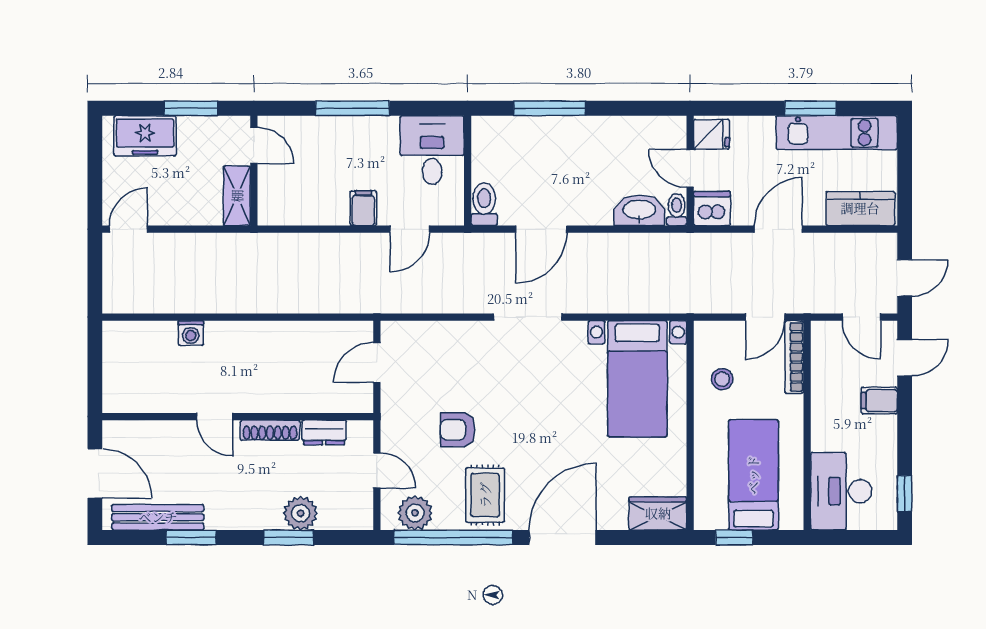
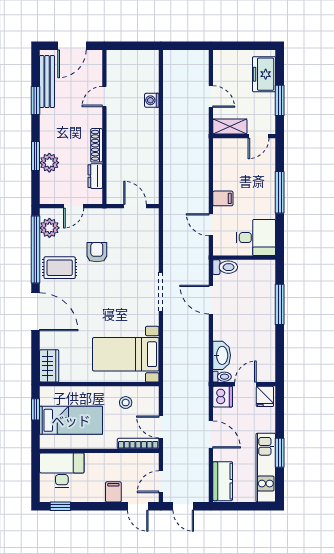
door: (128, 229) -> (211, 96), moved
door: (215, 417) -> (104, 96), moved

